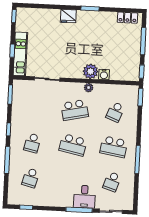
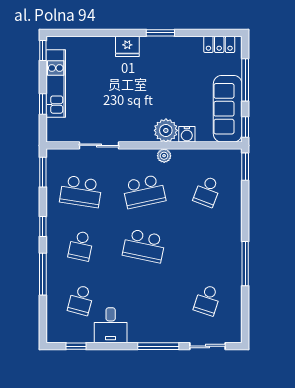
kitchen unit: (20, 54) -> (56, 84), moved
sofa: (131, 59) -> (228, 109), added
school desk: (114, 147) -> (81, 191), moved
desk: (84, 197) -> (111, 325), moved

